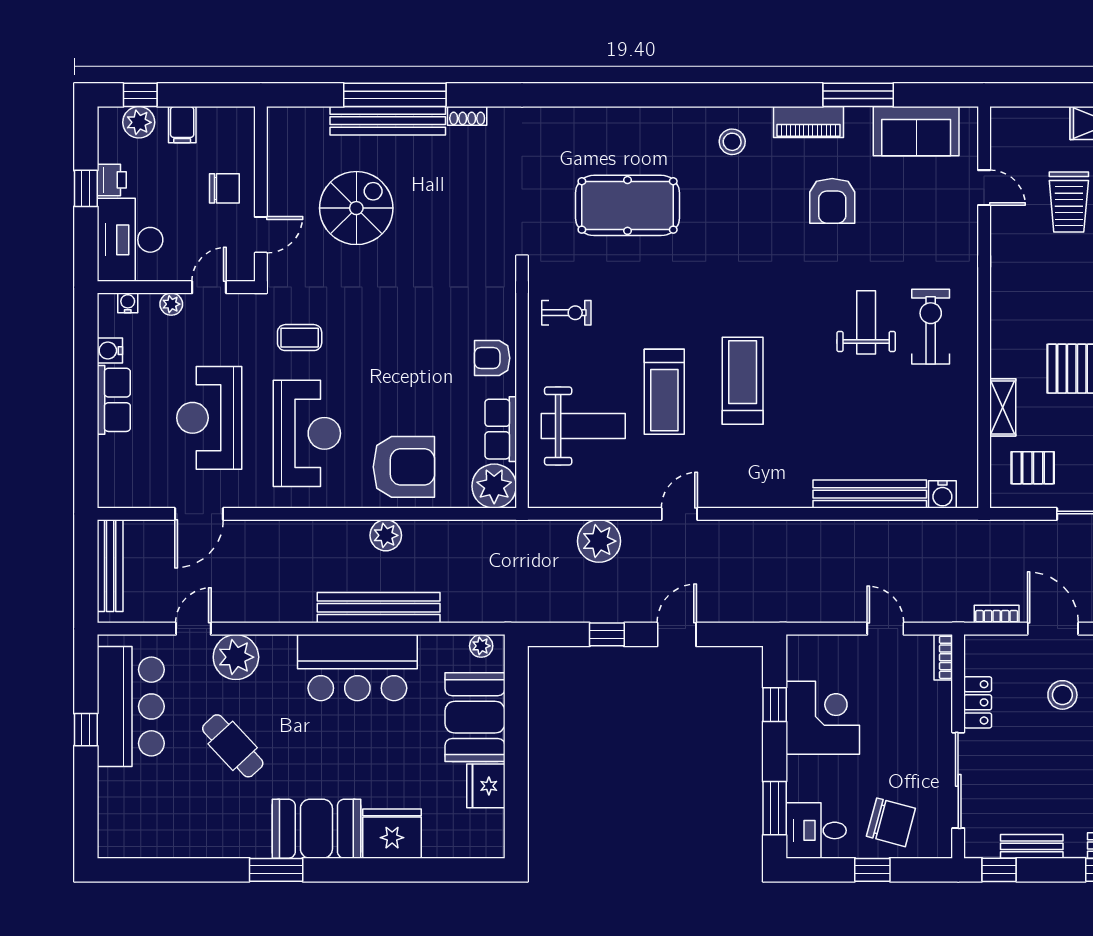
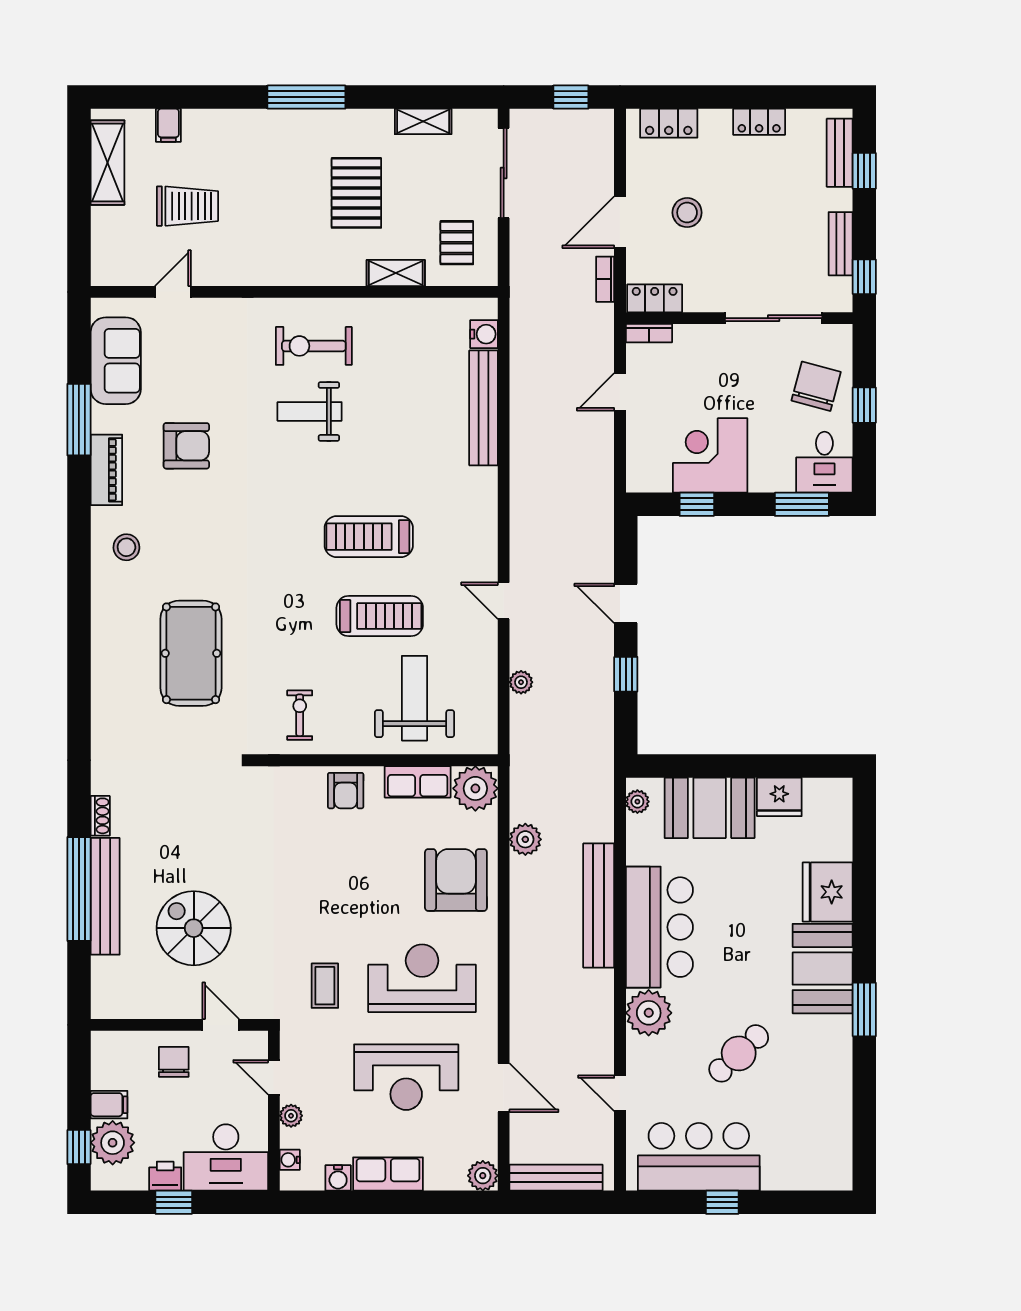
plant: (139, 122) -> (113, 1143), width x1.36, depth x1.36
plant: (112, 493) -> (483, 1176), added
plant: (386, 535) -> (525, 839), moved
plant: (599, 541) -> (521, 682), width x0.53, depth x0.53
plant: (236, 657) -> (649, 1013), moved
locker: (978, 702) -> (655, 298), moved

